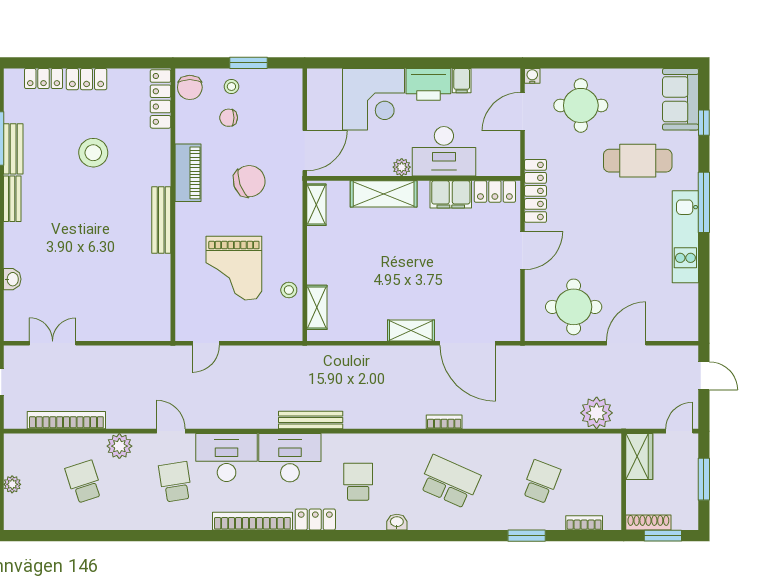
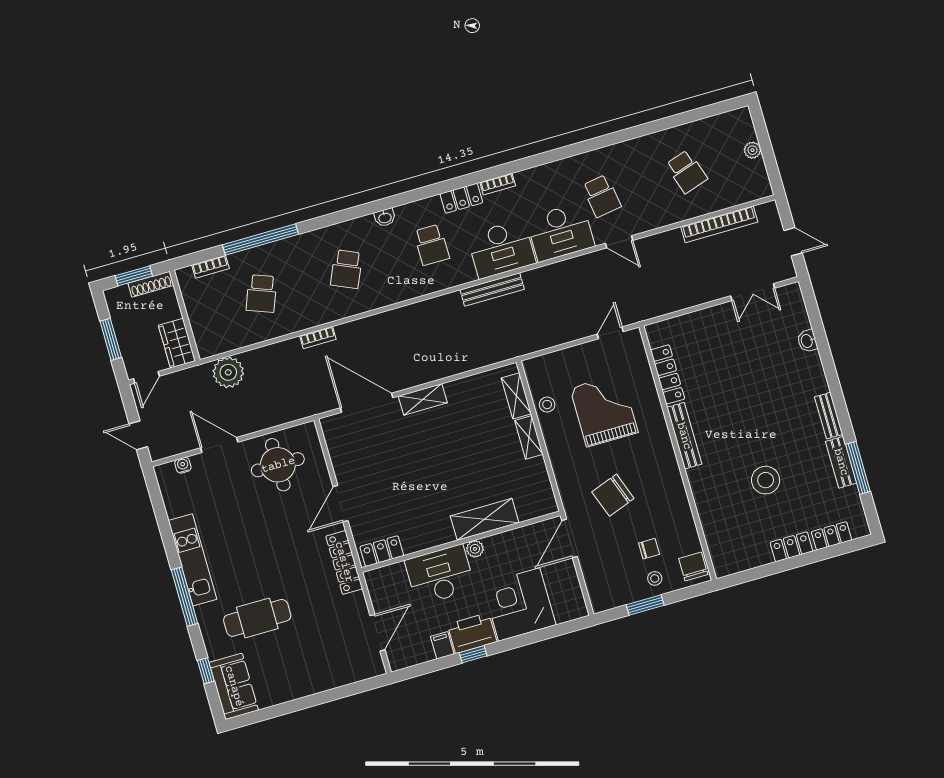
window: (434, 63) -> (473, 654), added
water cooler: (532, 76) -> (183, 465), moved, turned 180
locker: (161, 99) -> (668, 374), moved
round table: (581, 105) -> (325, 654), removed
piano: (188, 173) -> (672, 487), removed
filing cabinet: (451, 194) -> (422, 537), removed
shelving: (316, 205) -> (529, 437), moved
door: (626, 343) -> (219, 445), swing flipped
bookcase: (444, 422) -> (318, 338), moved
plant: (119, 446) -> (663, 214), removed
school desk: (450, 482) -> (346, 269), width x0.54
bookcase: (252, 521) -> (498, 184), width x0.43, depth x0.76
window: (527, 536) -> (261, 240), width x2.11

